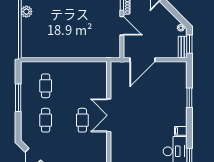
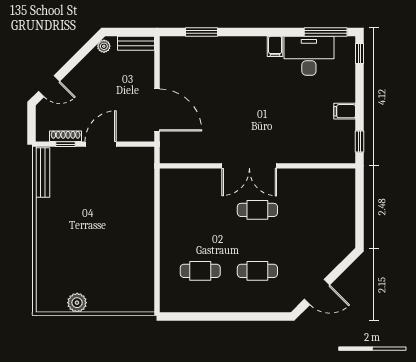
window: (189, 44) -> (131, 32), removed
window: (18, 98) -> (220, 317), removed
window: (189, 98) -> (201, 32), moved

